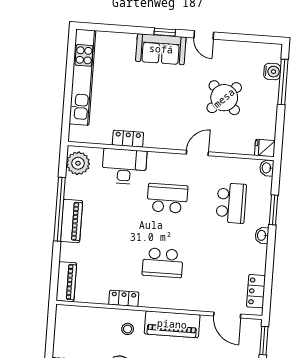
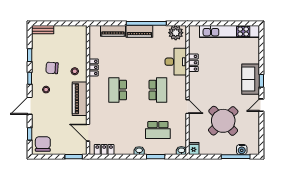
round table: (224, 98) -> (223, 121), width x1.36, depth x1.36
piano: (66, 282) -> (113, 31), moved
door: (227, 315) -> (88, 133), hinge flipped

